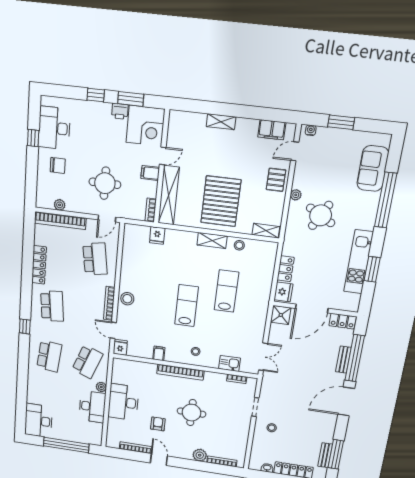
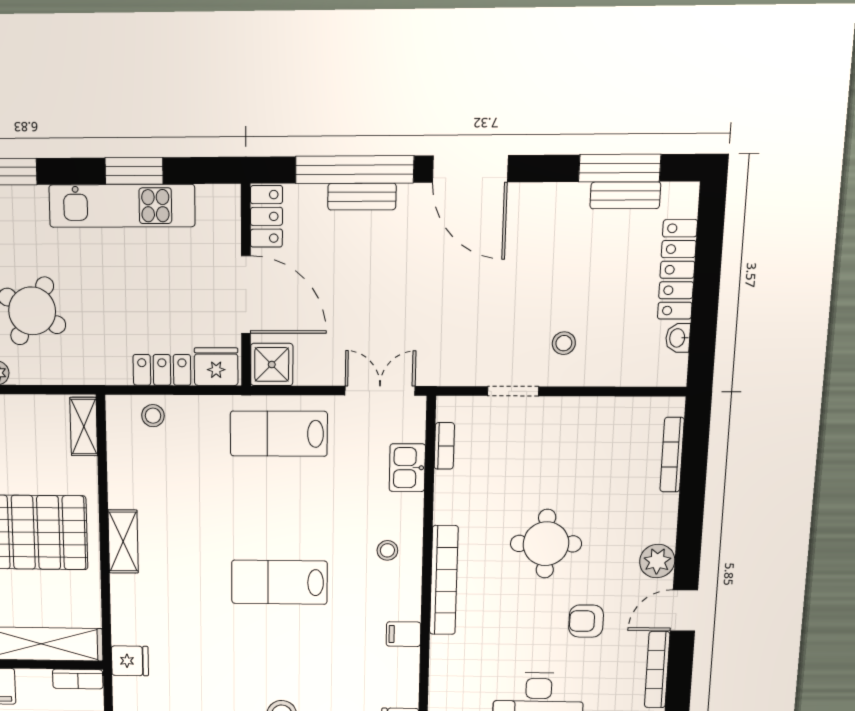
stool: (239, 245) -> (153, 416), moved
lab bench: (226, 291) -> (279, 434), moved
plant: (200, 455) -> (657, 561), moved

